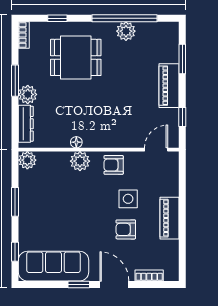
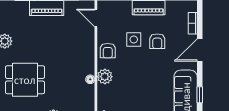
dining table: (76, 57) -> (25, 80), turned 90
window: (79, 284) -> (200, 95), moved

